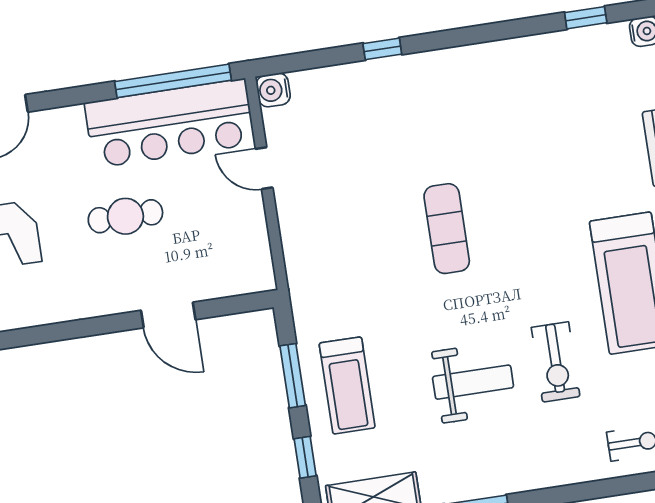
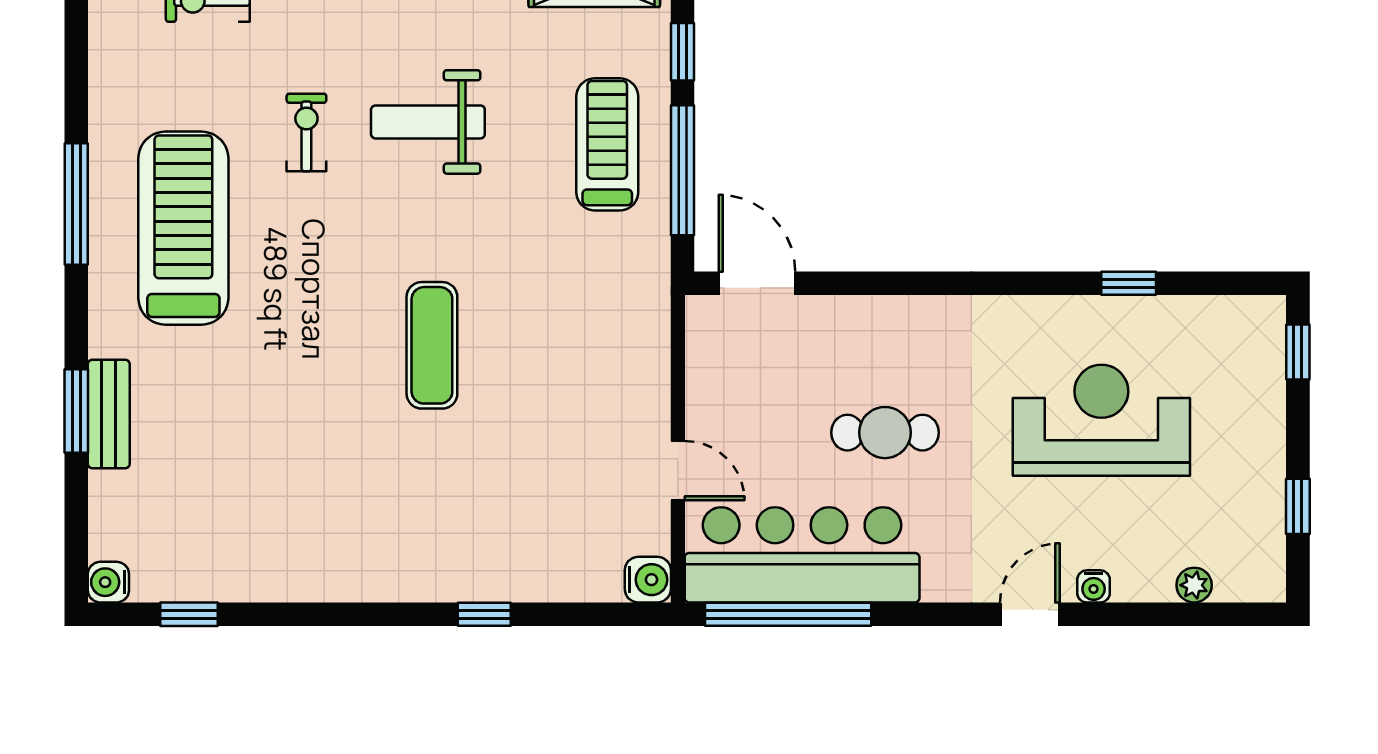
door: (168, 315) -> (757, 283), moved
exercise bike: (556, 362) -> (306, 133), width x0.73, depth x0.72
window: (293, 376) -> (682, 170), width x1.44

